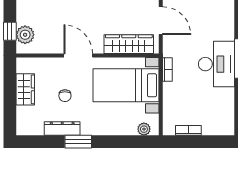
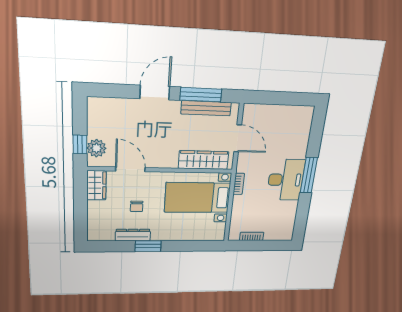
door: (78, 56) -> (130, 169), moved
wardrobe: (25, 89) -> (96, 185), moved
plant: (144, 129) -> (211, 235), removed

